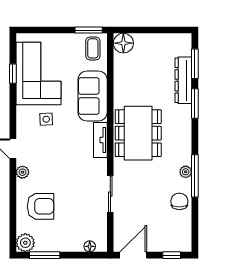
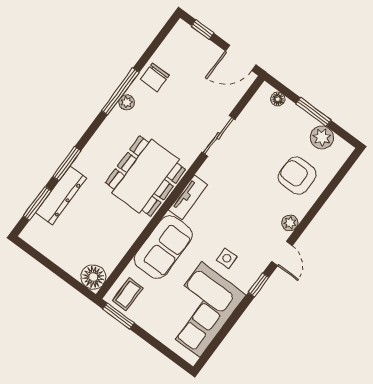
window: (13, 74) -> (259, 285), moved
plant: (25, 243) -> (322, 137), moved
window: (45, 255) -> (314, 112), moved

